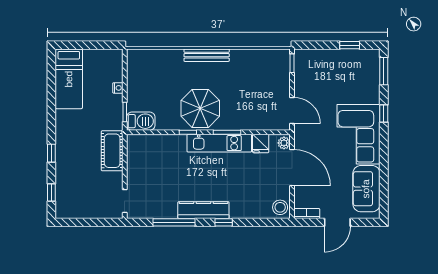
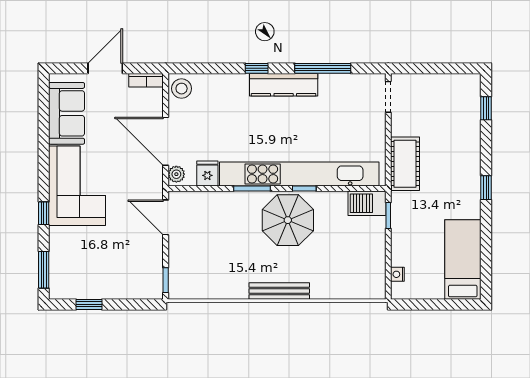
nightstand: (118, 88) -> (397, 274), moved
kitchen unit: (219, 143) -> (299, 174), width x1.86
window: (51, 153) -> (486, 188), moved

